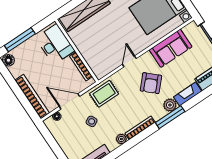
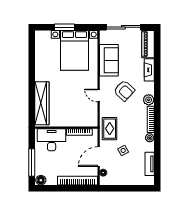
plant: (170, 105) -> (149, 100), moved
window: (170, 117) -> (157, 93), removed

